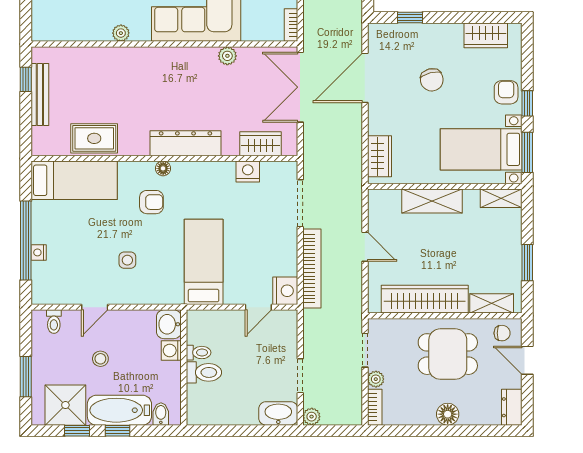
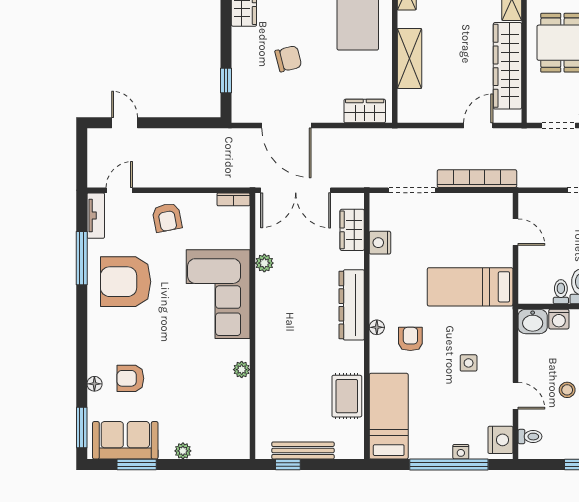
door: (365, 247) -> (478, 126), moved
nightstand: (285, 291) -> (501, 440), moved, turned 90

